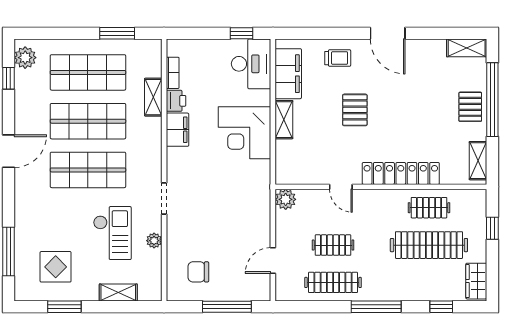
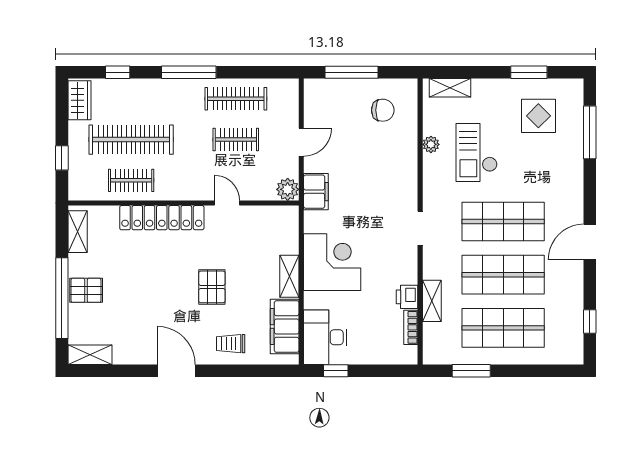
plant: (25, 58) -> (572, 344), removed
pallet: (470, 107) -> (86, 290), turned 90
filing cabinet: (177, 130) -> (316, 192), moved, turned 180
doorway: (164, 199) -> (420, 228), moved
door: (273, 261) -> (301, 142), moved
shelving: (118, 292) -> (450, 88), moved

